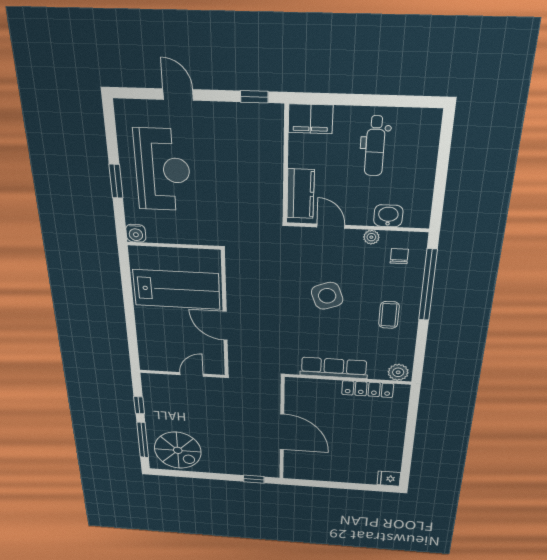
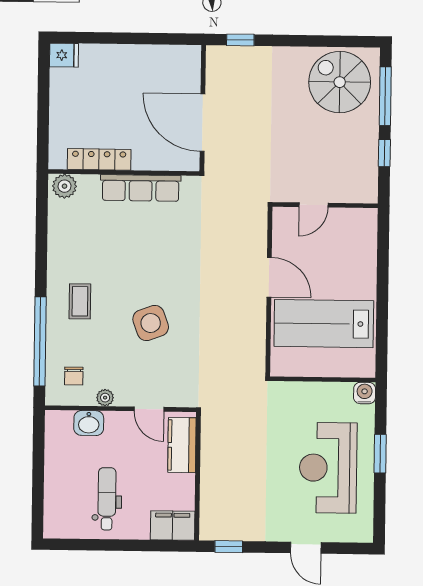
row of seats: (334, 368) -> (141, 188), moved
plant: (398, 372) -> (65, 186), moved
wall: (347, 379) -> (124, 172), moved
locker: (368, 389) -> (99, 159), moved

